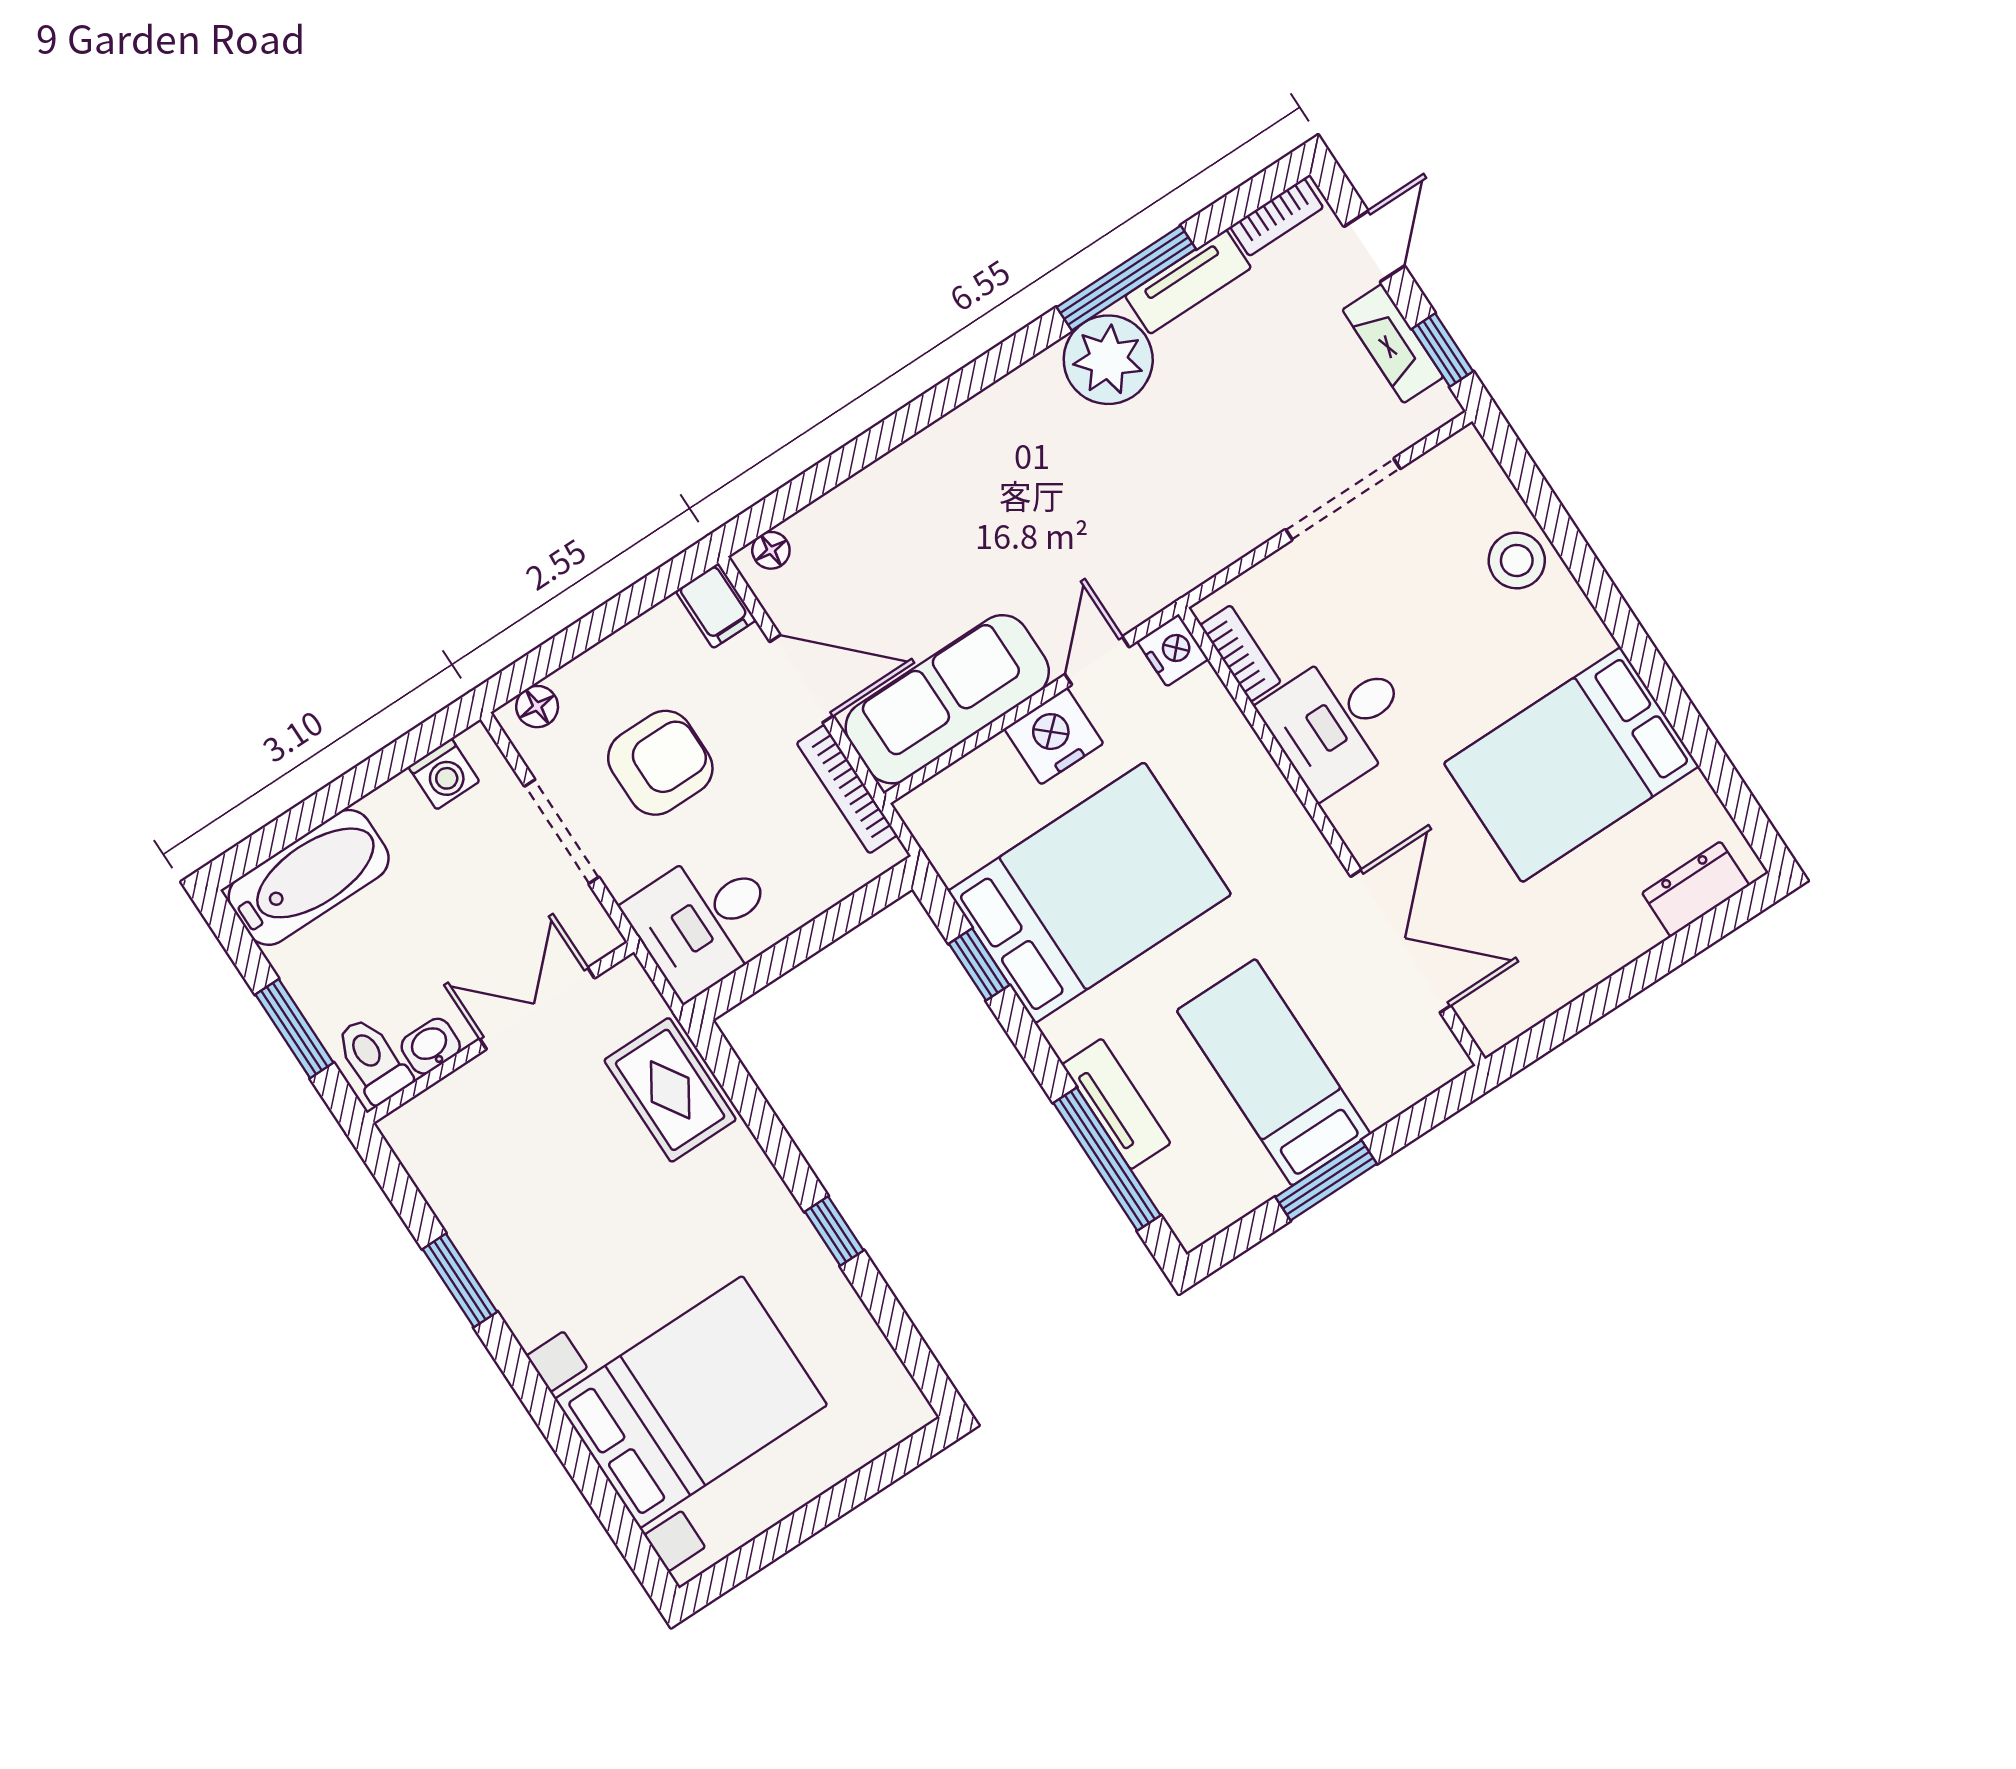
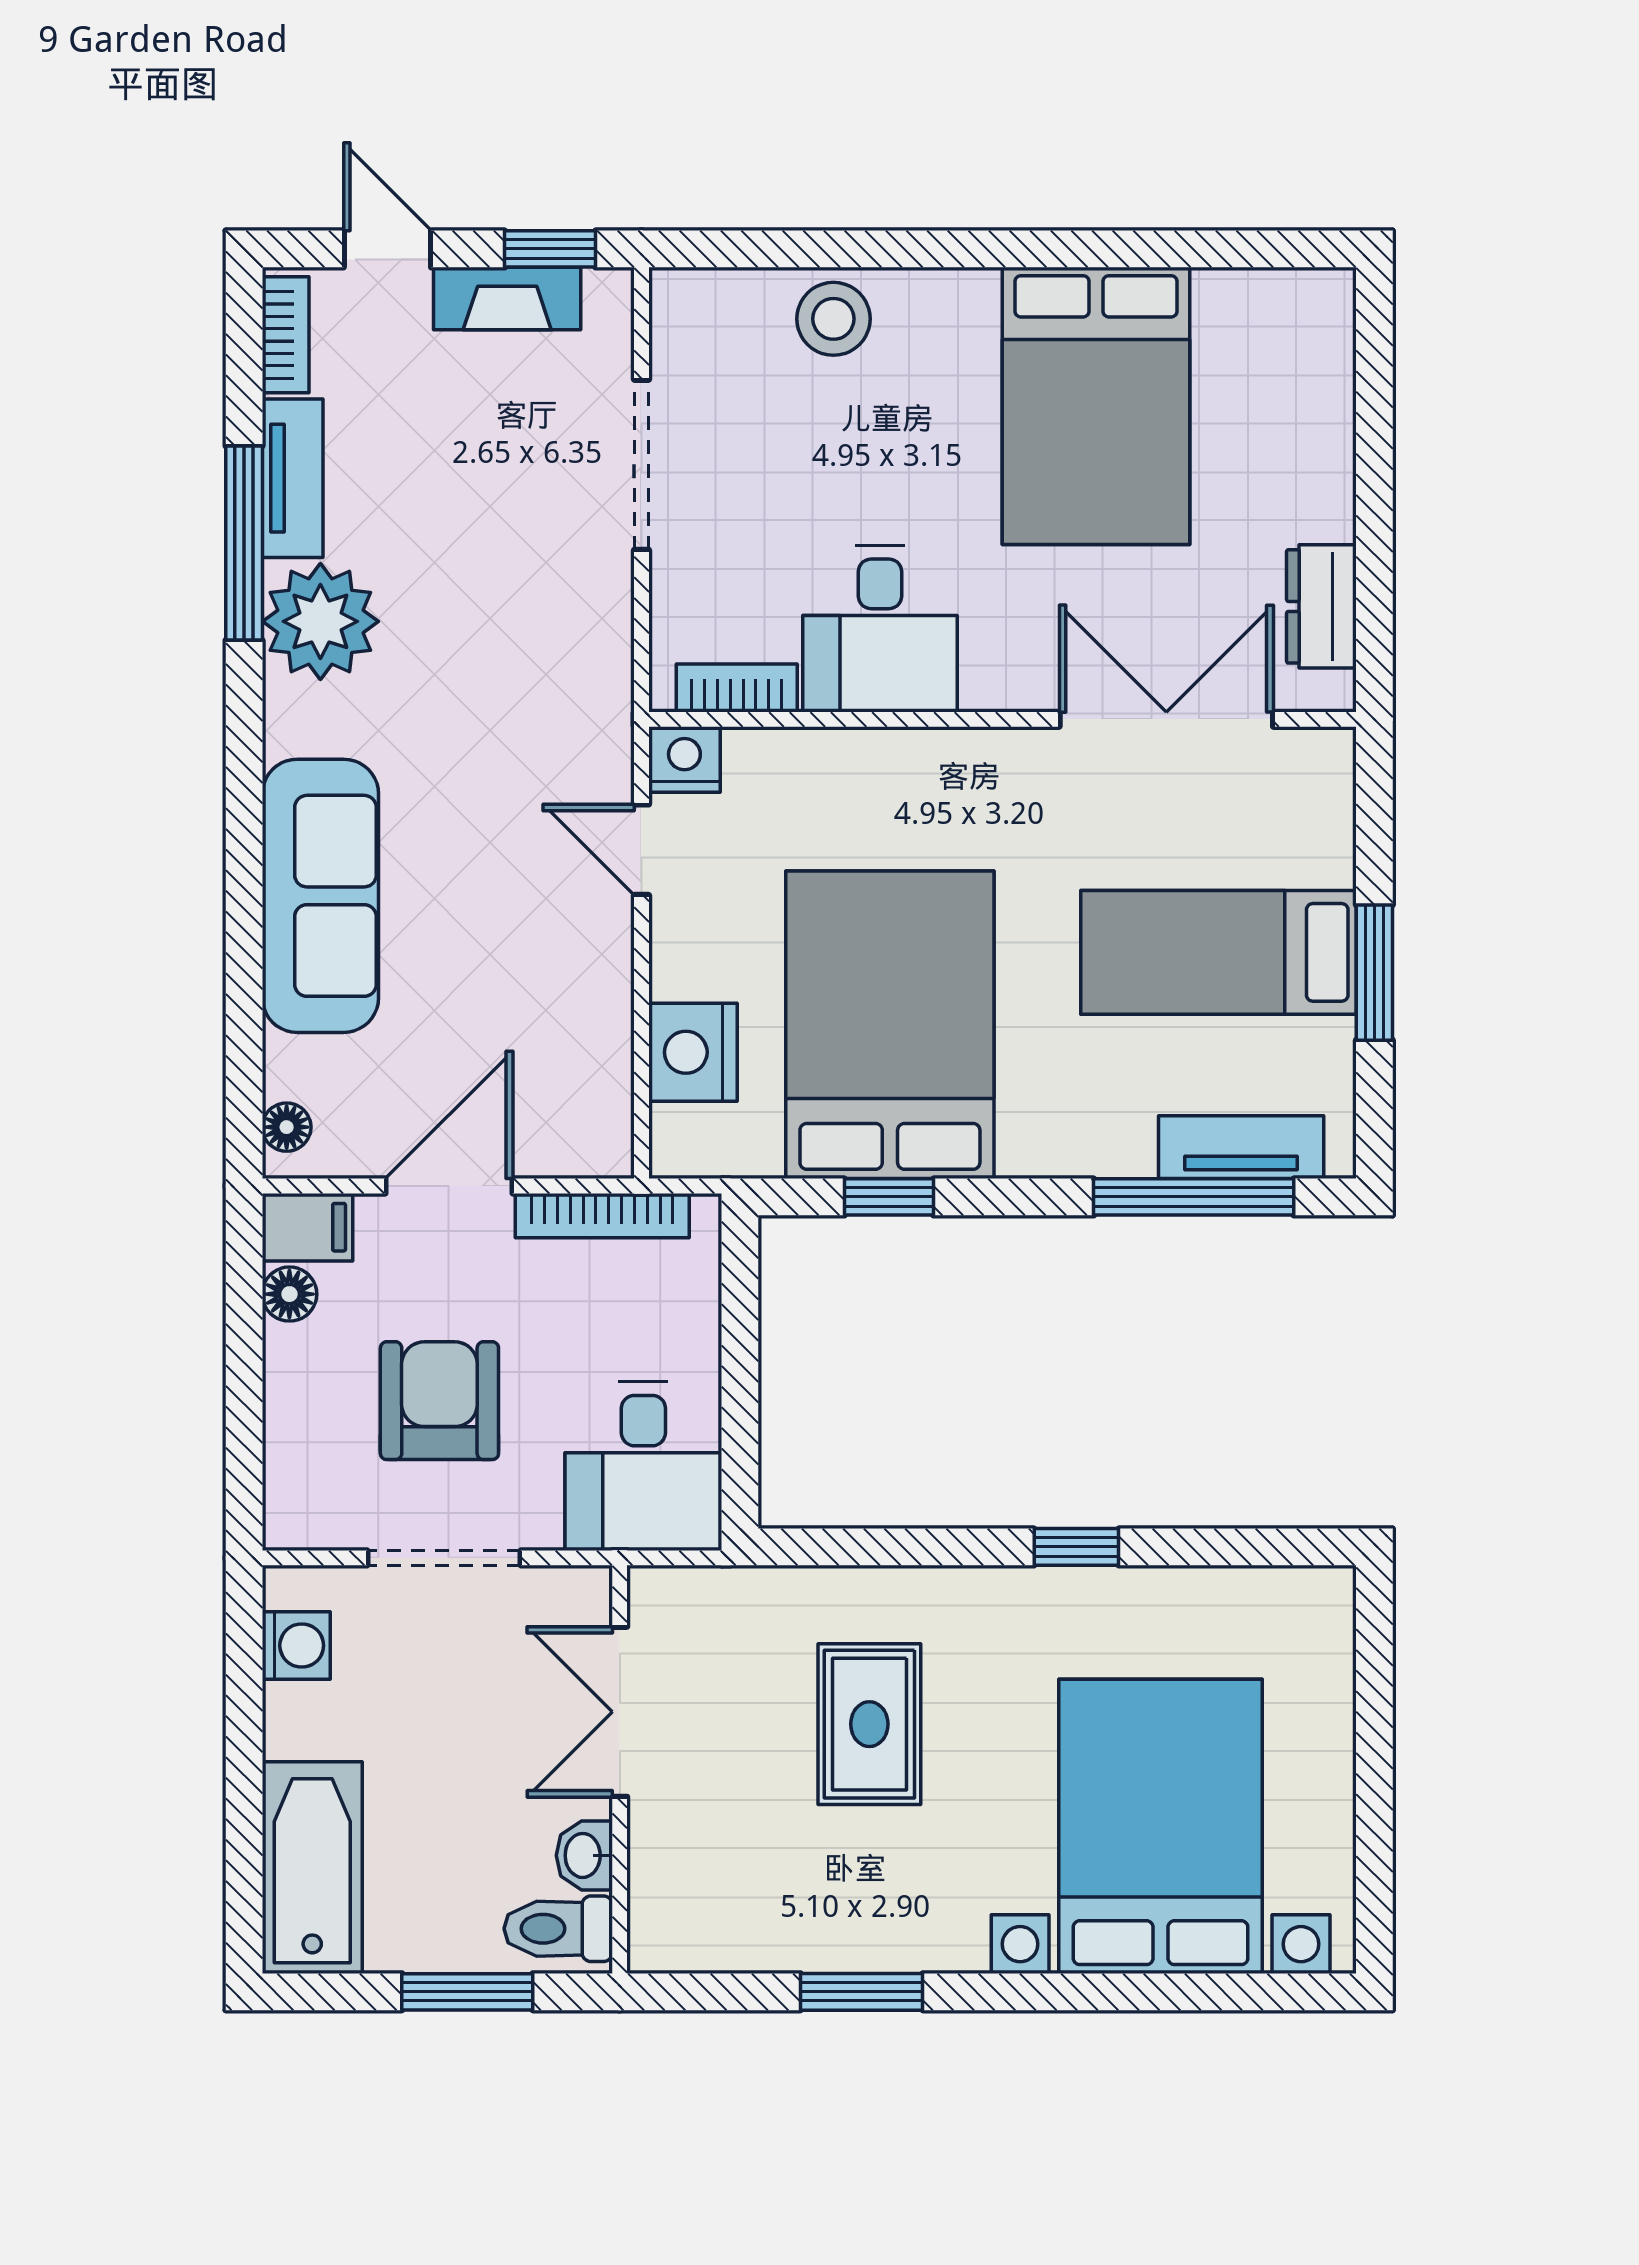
sofa: (947, 699) -> (320, 896), moved, turned 180
floor lamp: (537, 707) -> (289, 1294), moved
nightstand: (1054, 736) -> (693, 1052), moved
dresser: (1696, 889) -> (1321, 606), moved
rug: (670, 1090) -> (869, 1724), moved, turned 90
tv unit: (1116, 1104) -> (1241, 1147), moved

